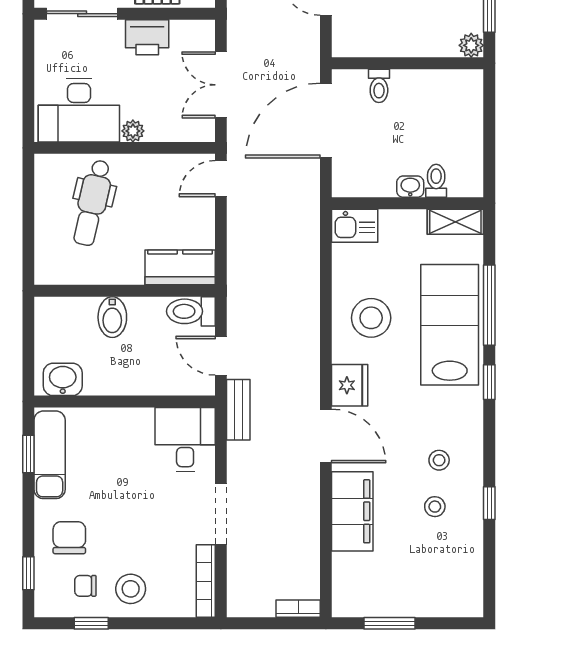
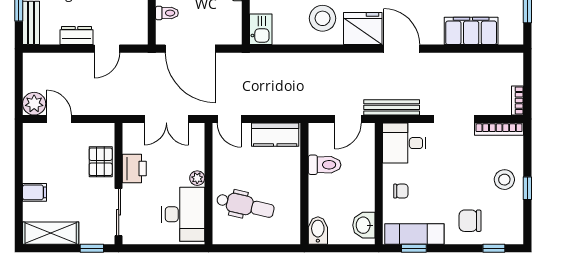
kitchen counter: (180, 267) -> (275, 135), moved, turned -90
toilet: (191, 311) -> (325, 165), moved, turned -90
bidet: (112, 317) -> (318, 231), moved, turned -90
fridge: (350, 385) -> (363, 29), width x1.36, depth x1.34
bench: (238, 410) -> (392, 107), width x1.36
door: (326, 436) -> (402, 49), hinge flipped
filing cabinet: (352, 511) -> (471, 31), moved
chair: (85, 586) -> (401, 191), moved, turned -90
bookcase: (298, 609) -> (518, 100), moved
window: (91, 623) -> (527, 188), moved

